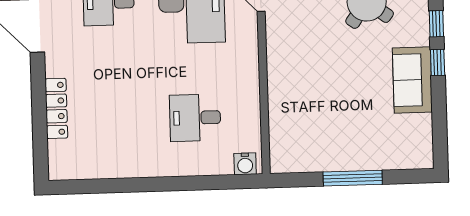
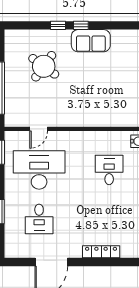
desk: (195, 118) -> (109, 170), turned 180

